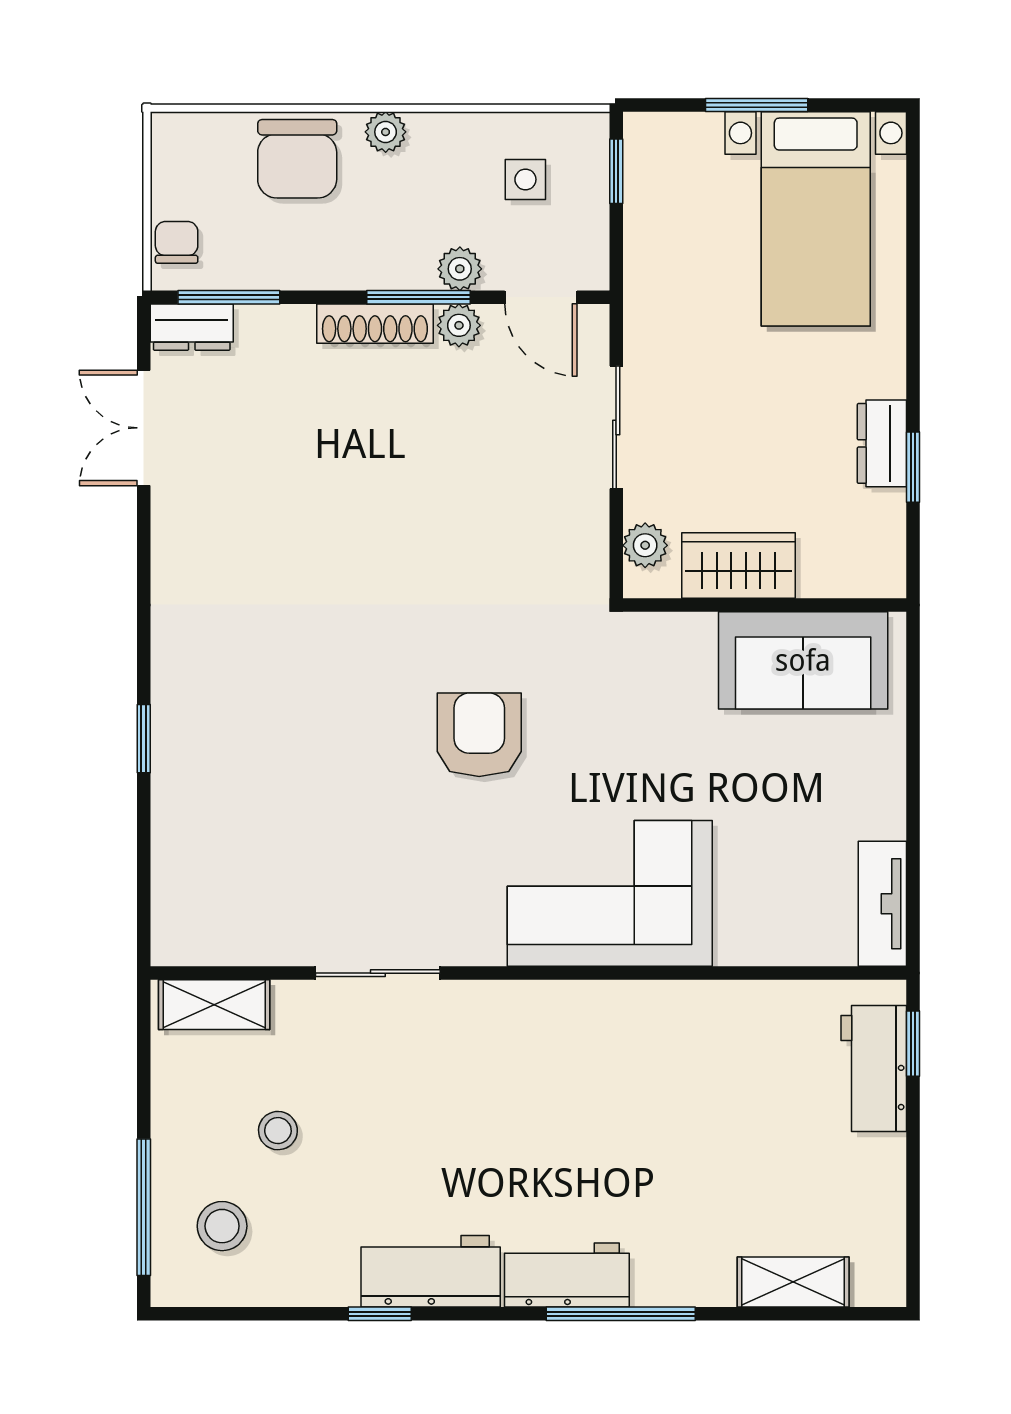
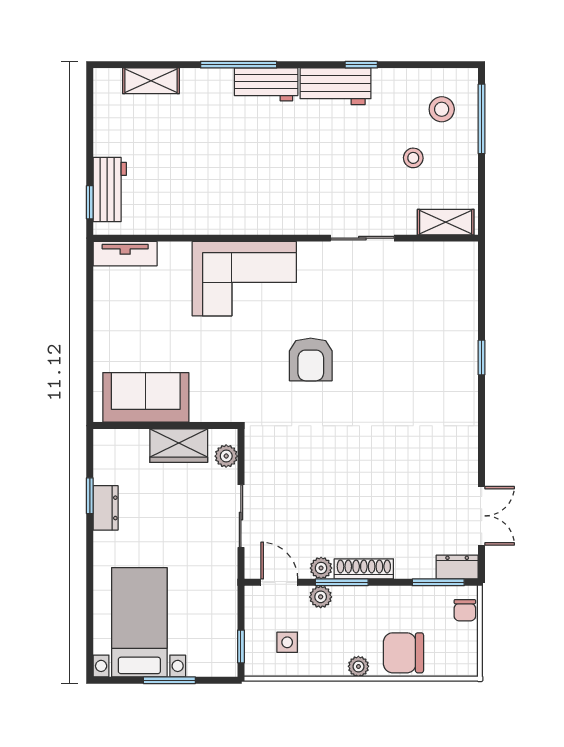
chair: (297, 159) -> (403, 653), turned -90
tv unit: (882, 904) -> (125, 254), moved, turned 90

